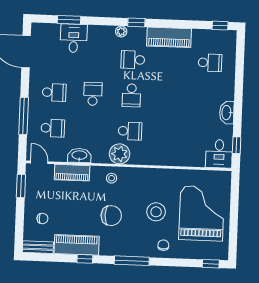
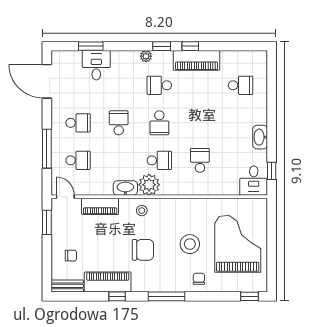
window: (220, 26) -> (190, 46), moved
school desk: (169, 133) -> (200, 160), added
washbasin: (79, 155) -> (125, 188), moved

